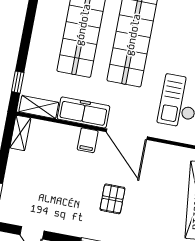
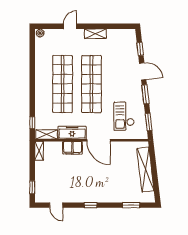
filing cabinet: (88, 140) -> (73, 148), width x2.00
pallet: (112, 199) -> (97, 178), removed

